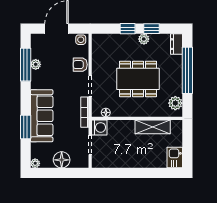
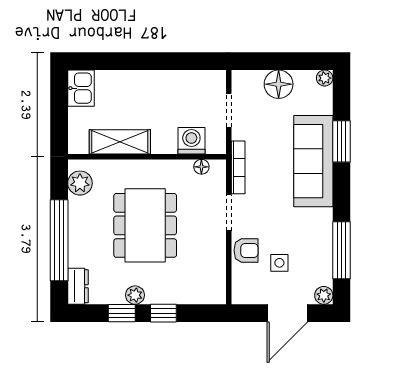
side table: (81, 40) -> (279, 263), moved
plant: (36, 64) -> (324, 295), moved
dining table: (138, 79) -> (145, 225), turned 90
washing machine: (99, 127) -> (191, 141), moved, turned 90

